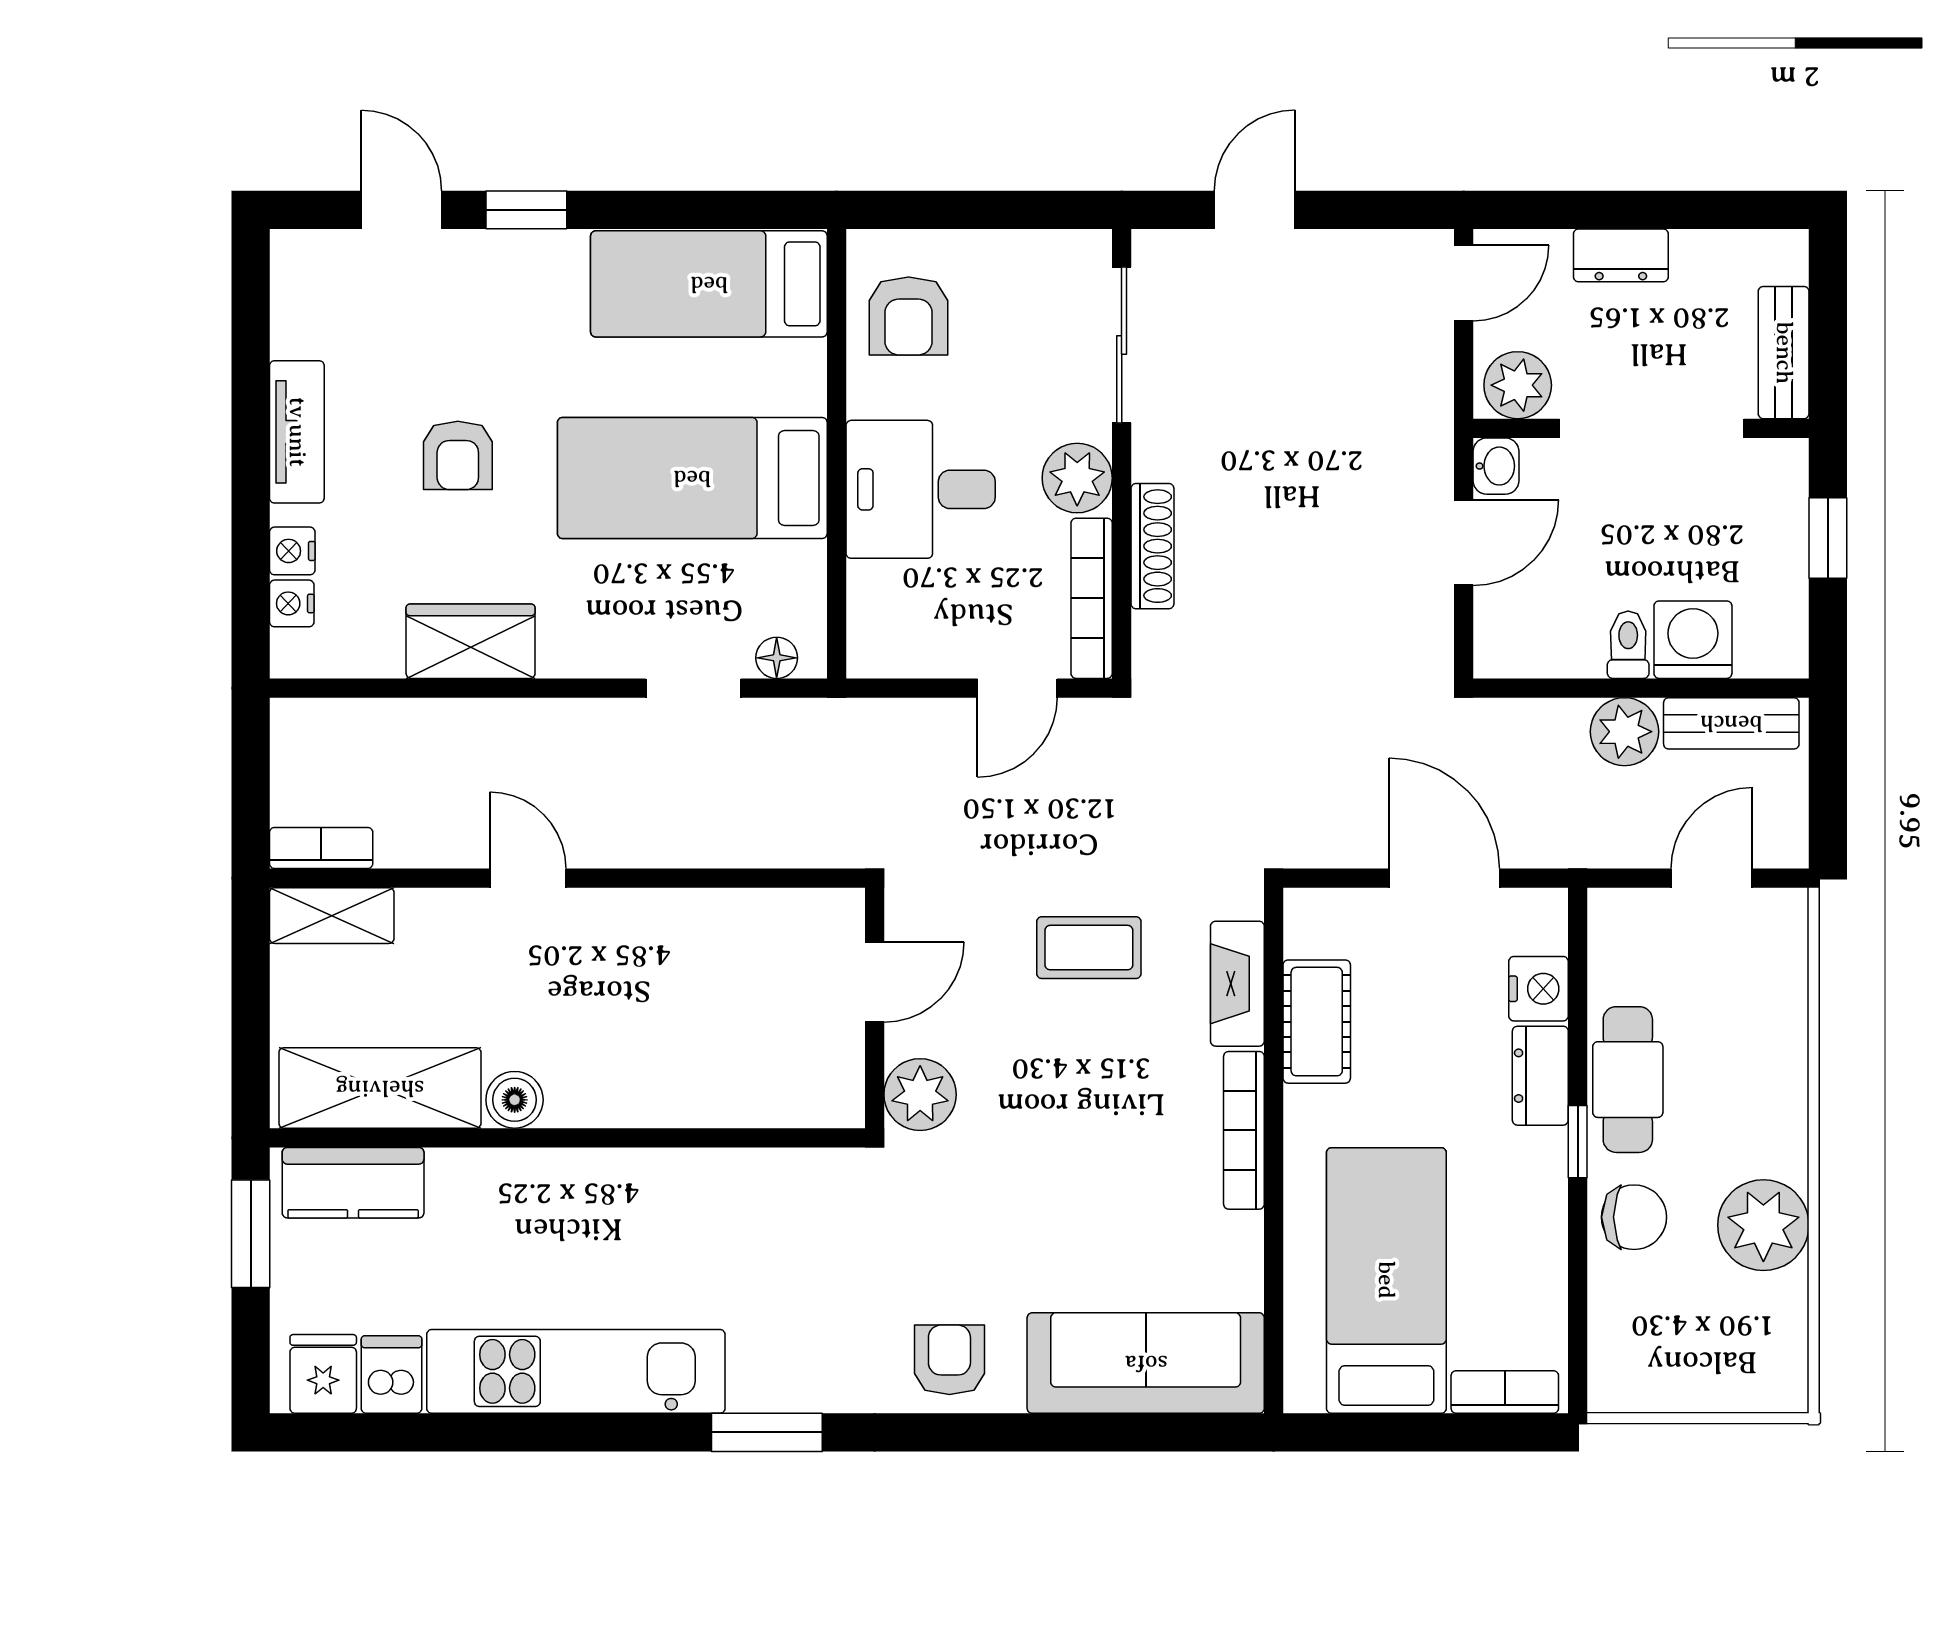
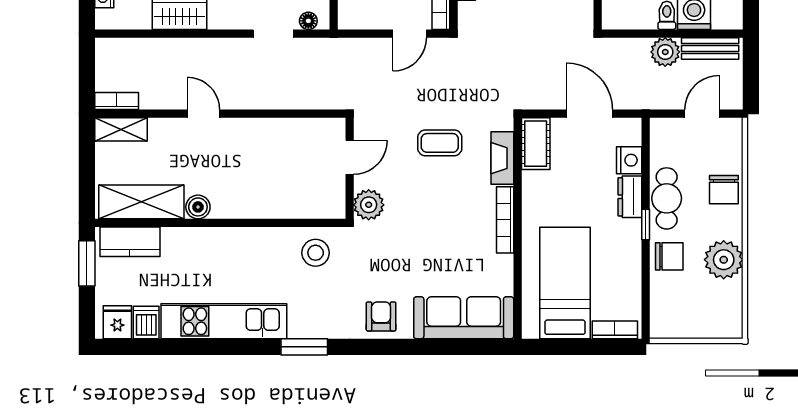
cot: (1317, 1022) -> (536, 144), moved
chair: (1764, 1059) -> (724, 190), added
stool: (794, 1209) -> (316, 253), added

